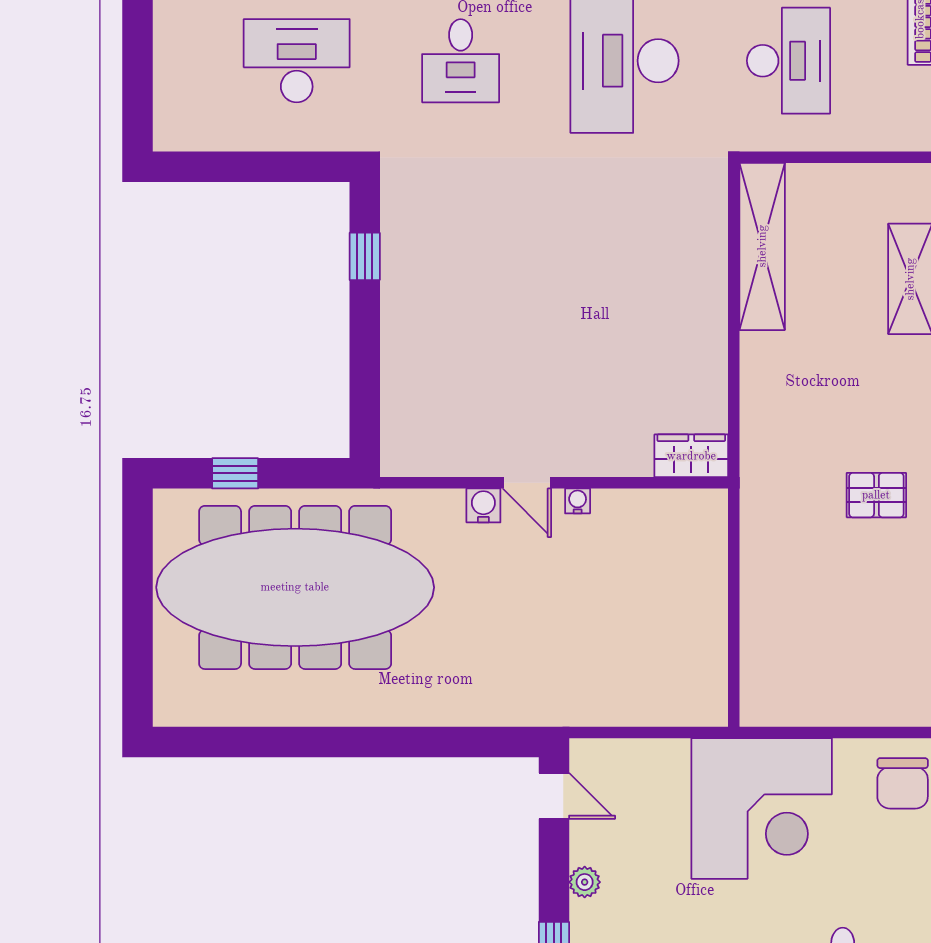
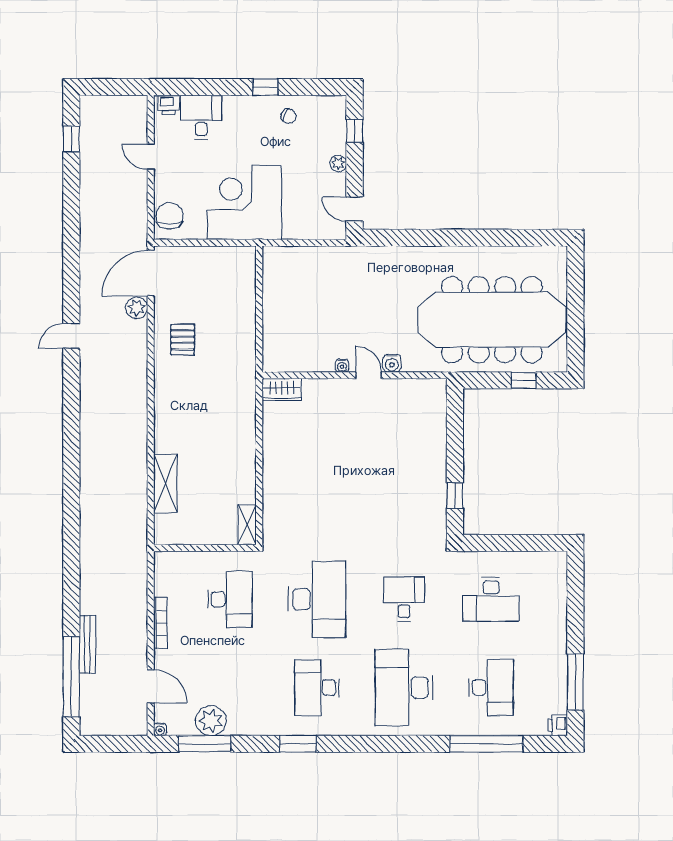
desk: (788, 61) -> (230, 599), turned 180
shelving: (762, 246) -> (247, 525), width x0.45, depth x0.75
pallet: (876, 495) -> (183, 340), moved, turned 90

